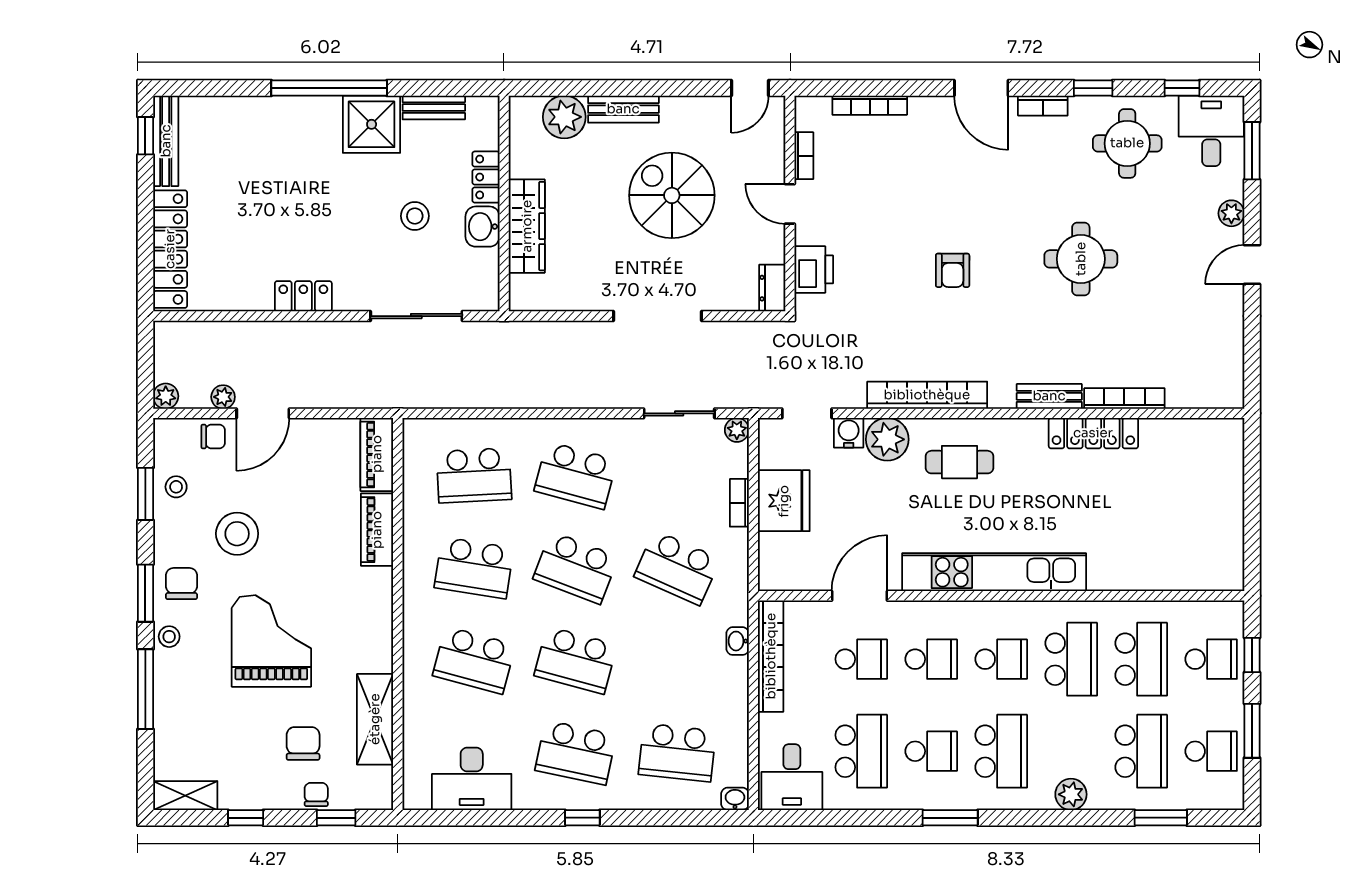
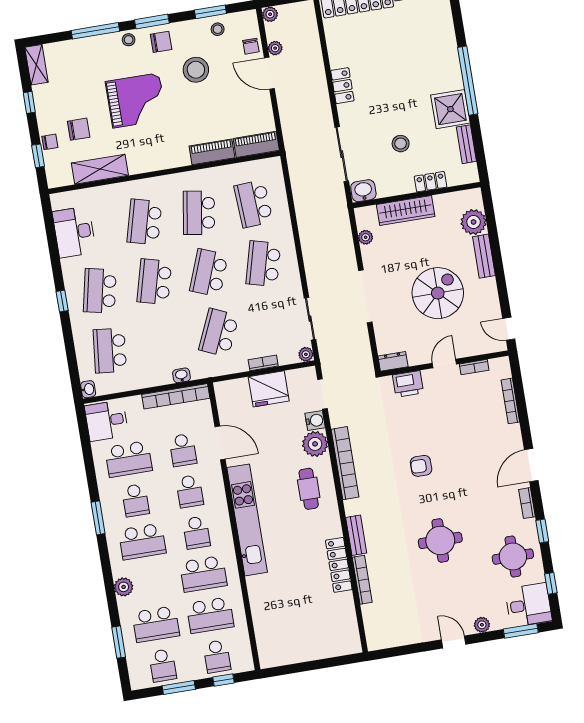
washbasin: (483, 227) -> (363, 191), moved
plant: (560, 299) -> (366, 237), added

